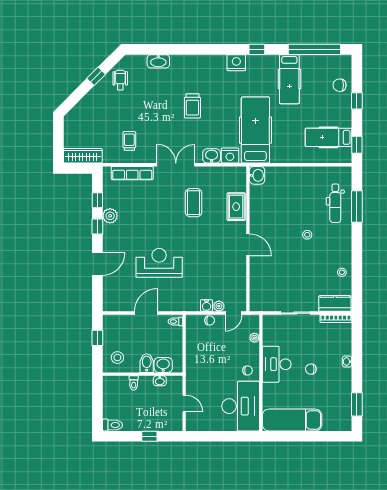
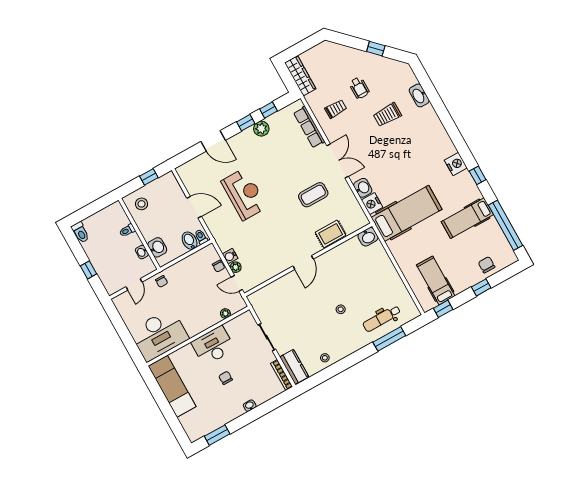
wheelchair: (120, 80) -> (359, 88), moved, turned 90
trolley: (192, 106) -> (387, 115), moved
bidet: (147, 363) -> (190, 241), moved, turned -90
chair: (248, 370) -> (162, 281), moved

